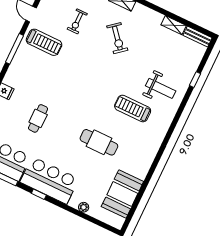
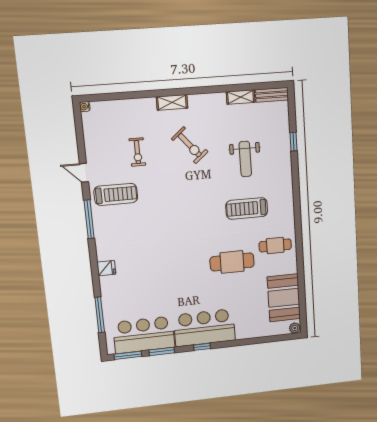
weight bench: (161, 88) -> (245, 159), moved, turned 90
cafe table: (38, 118) -> (275, 245), moved, turned 90
plant: (84, 207) -> (295, 328), moved

